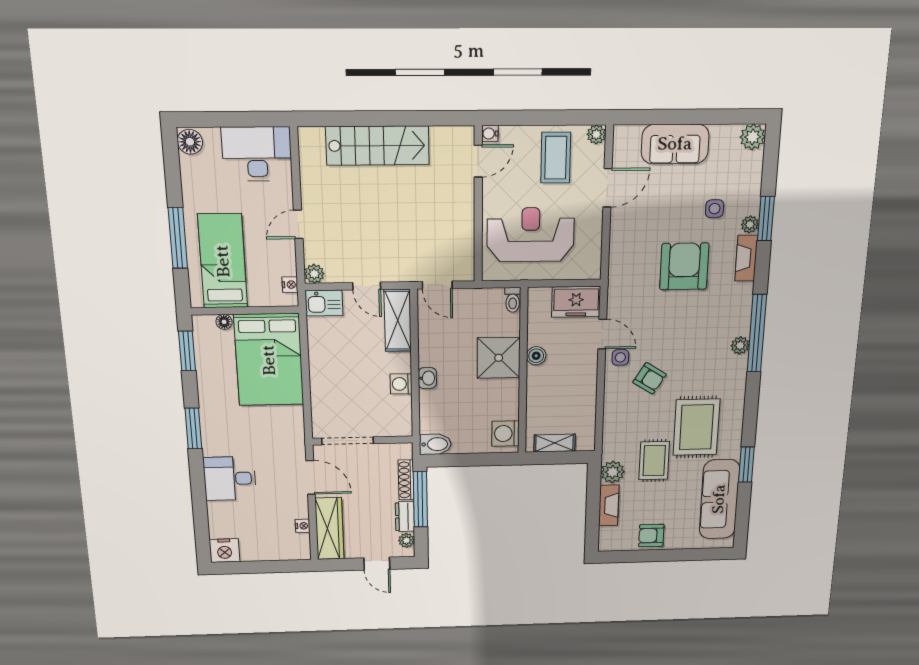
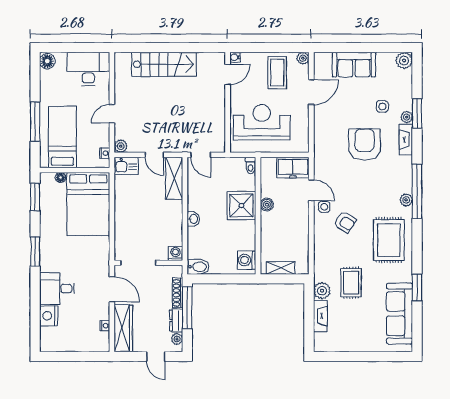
washing machine: (401, 384) -> (175, 253), moved, turned 90
rug: (697, 427) -> (389, 240), moved
armchair: (651, 535) -> (352, 340), removed
nightstand: (224, 551) -> (49, 316), moved, turned 90

